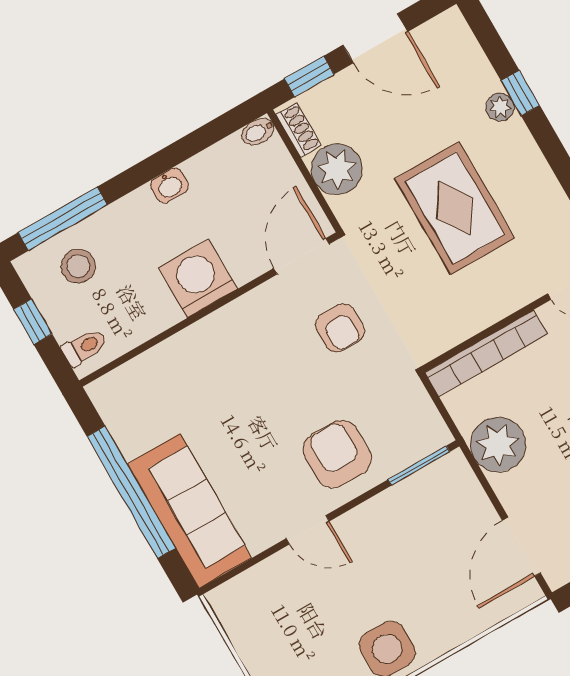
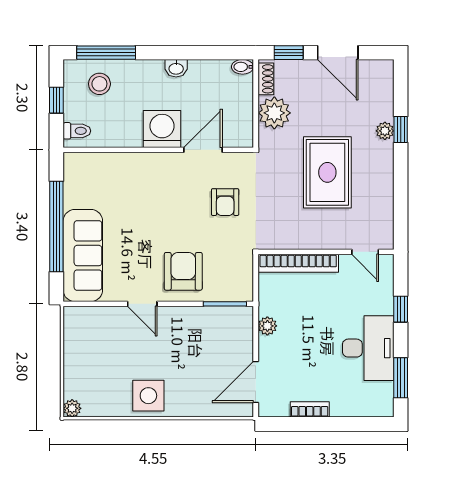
door: (301, 256) -> (203, 150), moved
plant: (498, 445) -> (267, 326), width x0.53, depth x0.53

